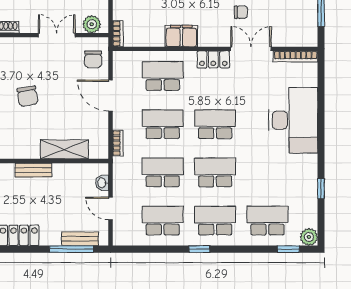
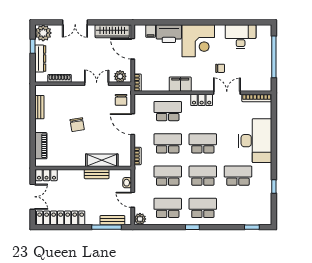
bench: (33, 170) -> (97, 174), moved
school desk: (268, 221) -> (238, 176), moved
plant: (309, 237) -> (140, 219), moved

